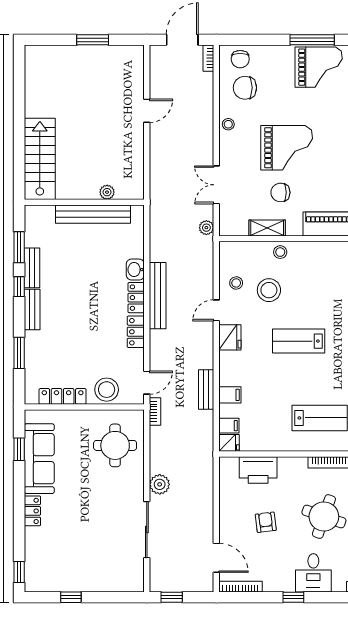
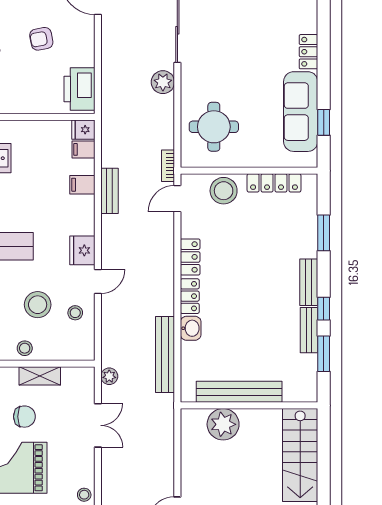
plant: (107, 192) -> (223, 424), width x1.87, depth x1.87
bench: (158, 296) -> (165, 355), moved
printer: (258, 470) -> (80, 89), moved, turned -90
armchair: (266, 522) -> (41, 39), turned 86

